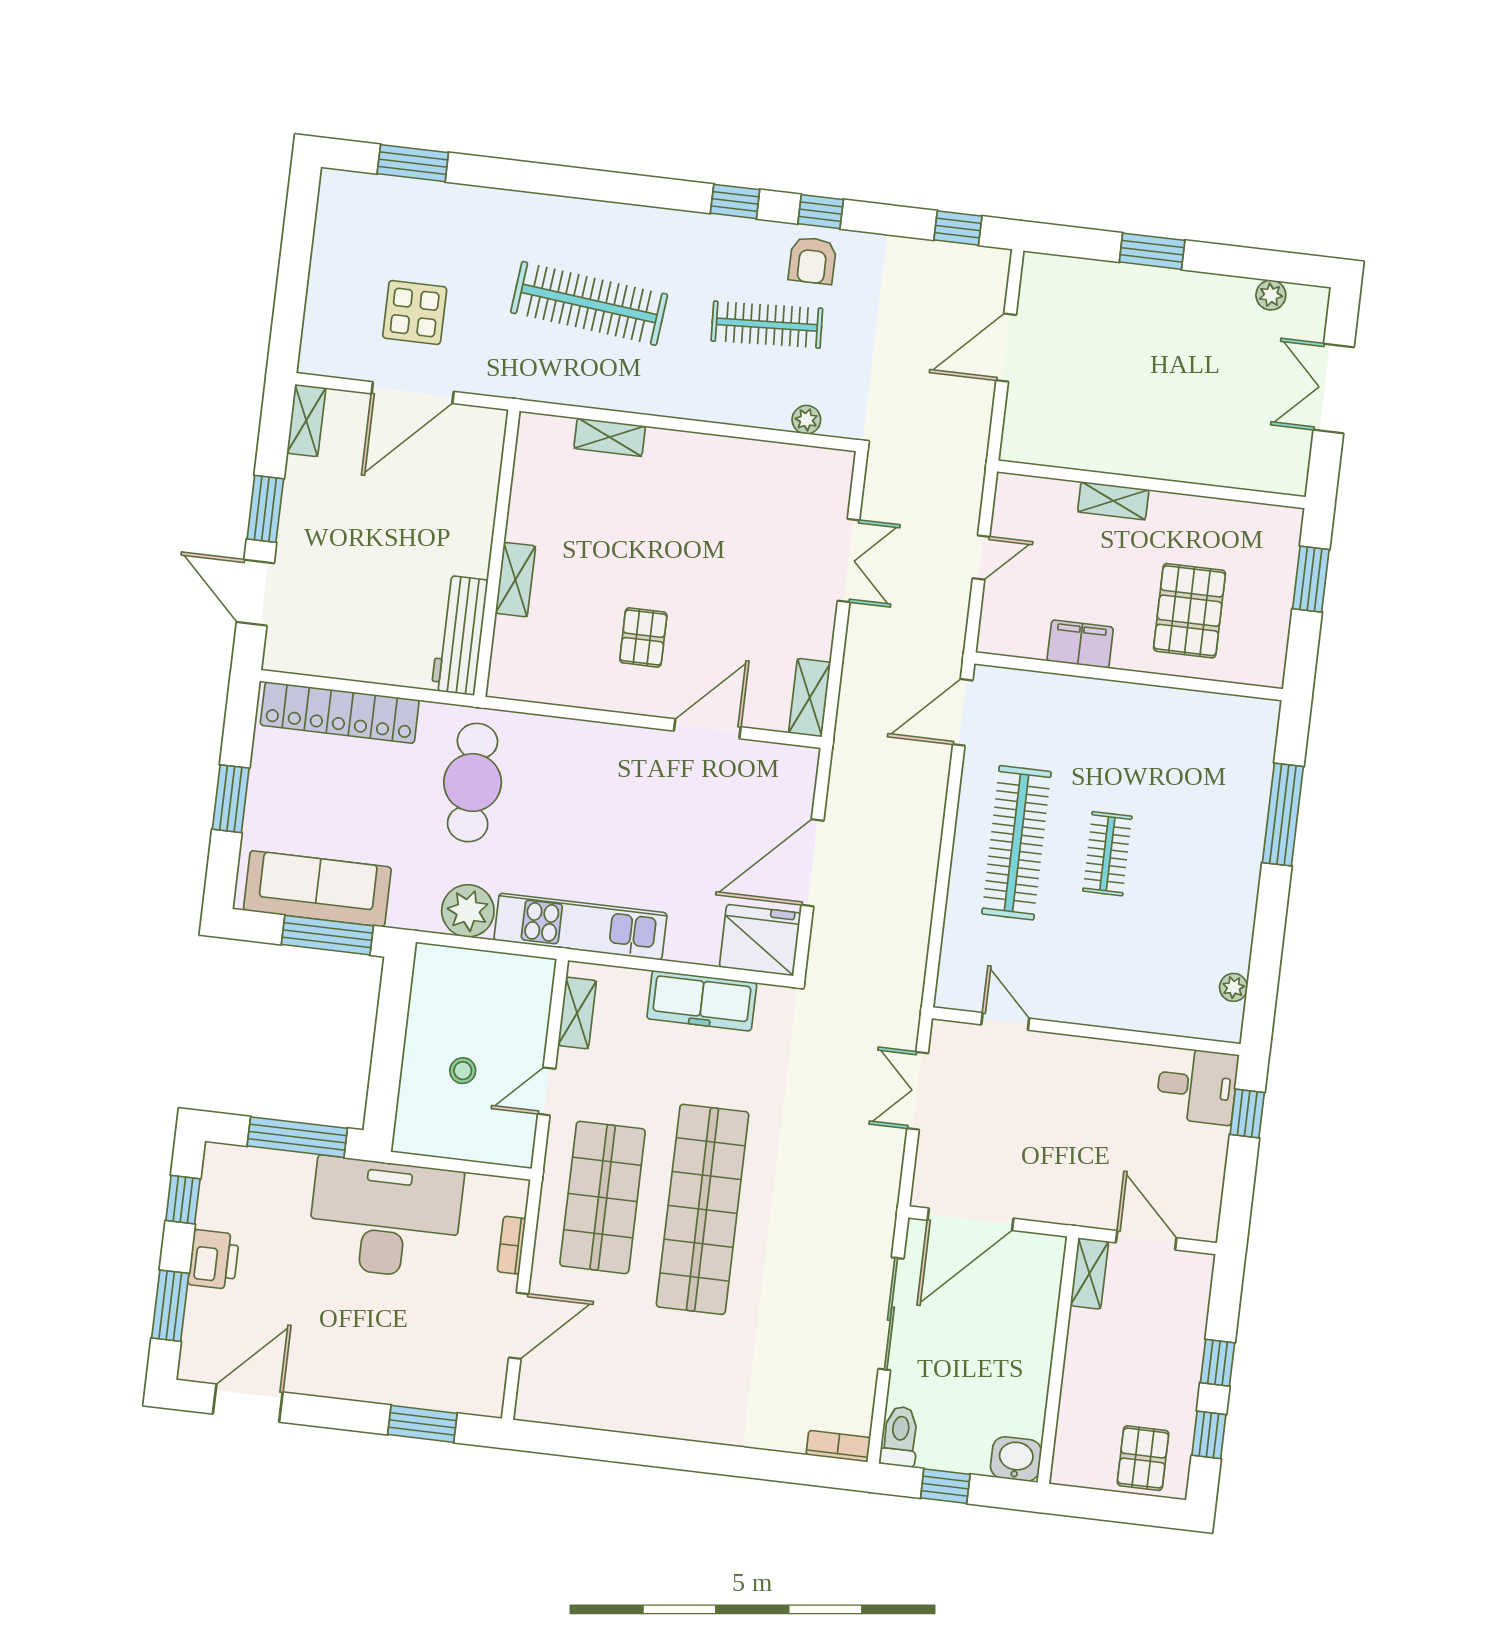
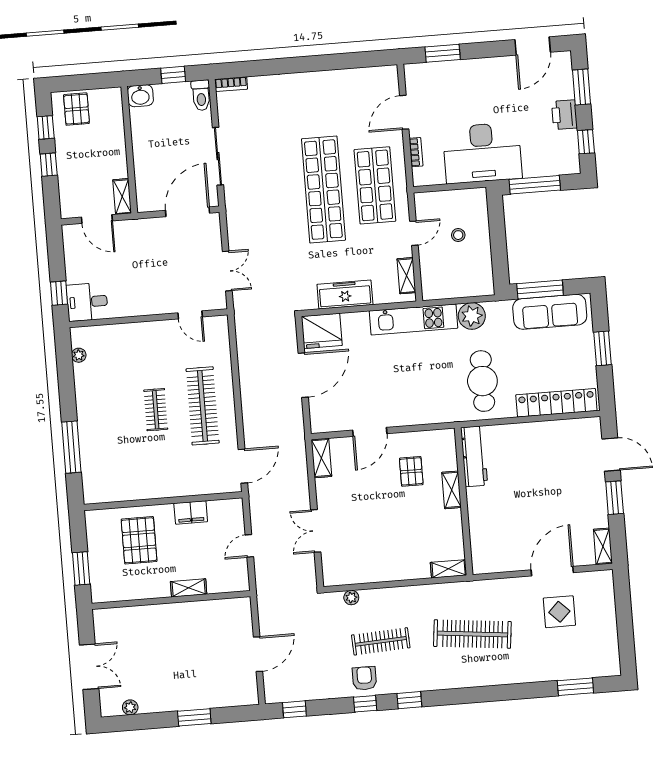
wall: (497, 553) -> (464, 501), moved
shelving: (515, 580) -> (452, 490), moved
workbench: (460, 635) -> (474, 456), moved

